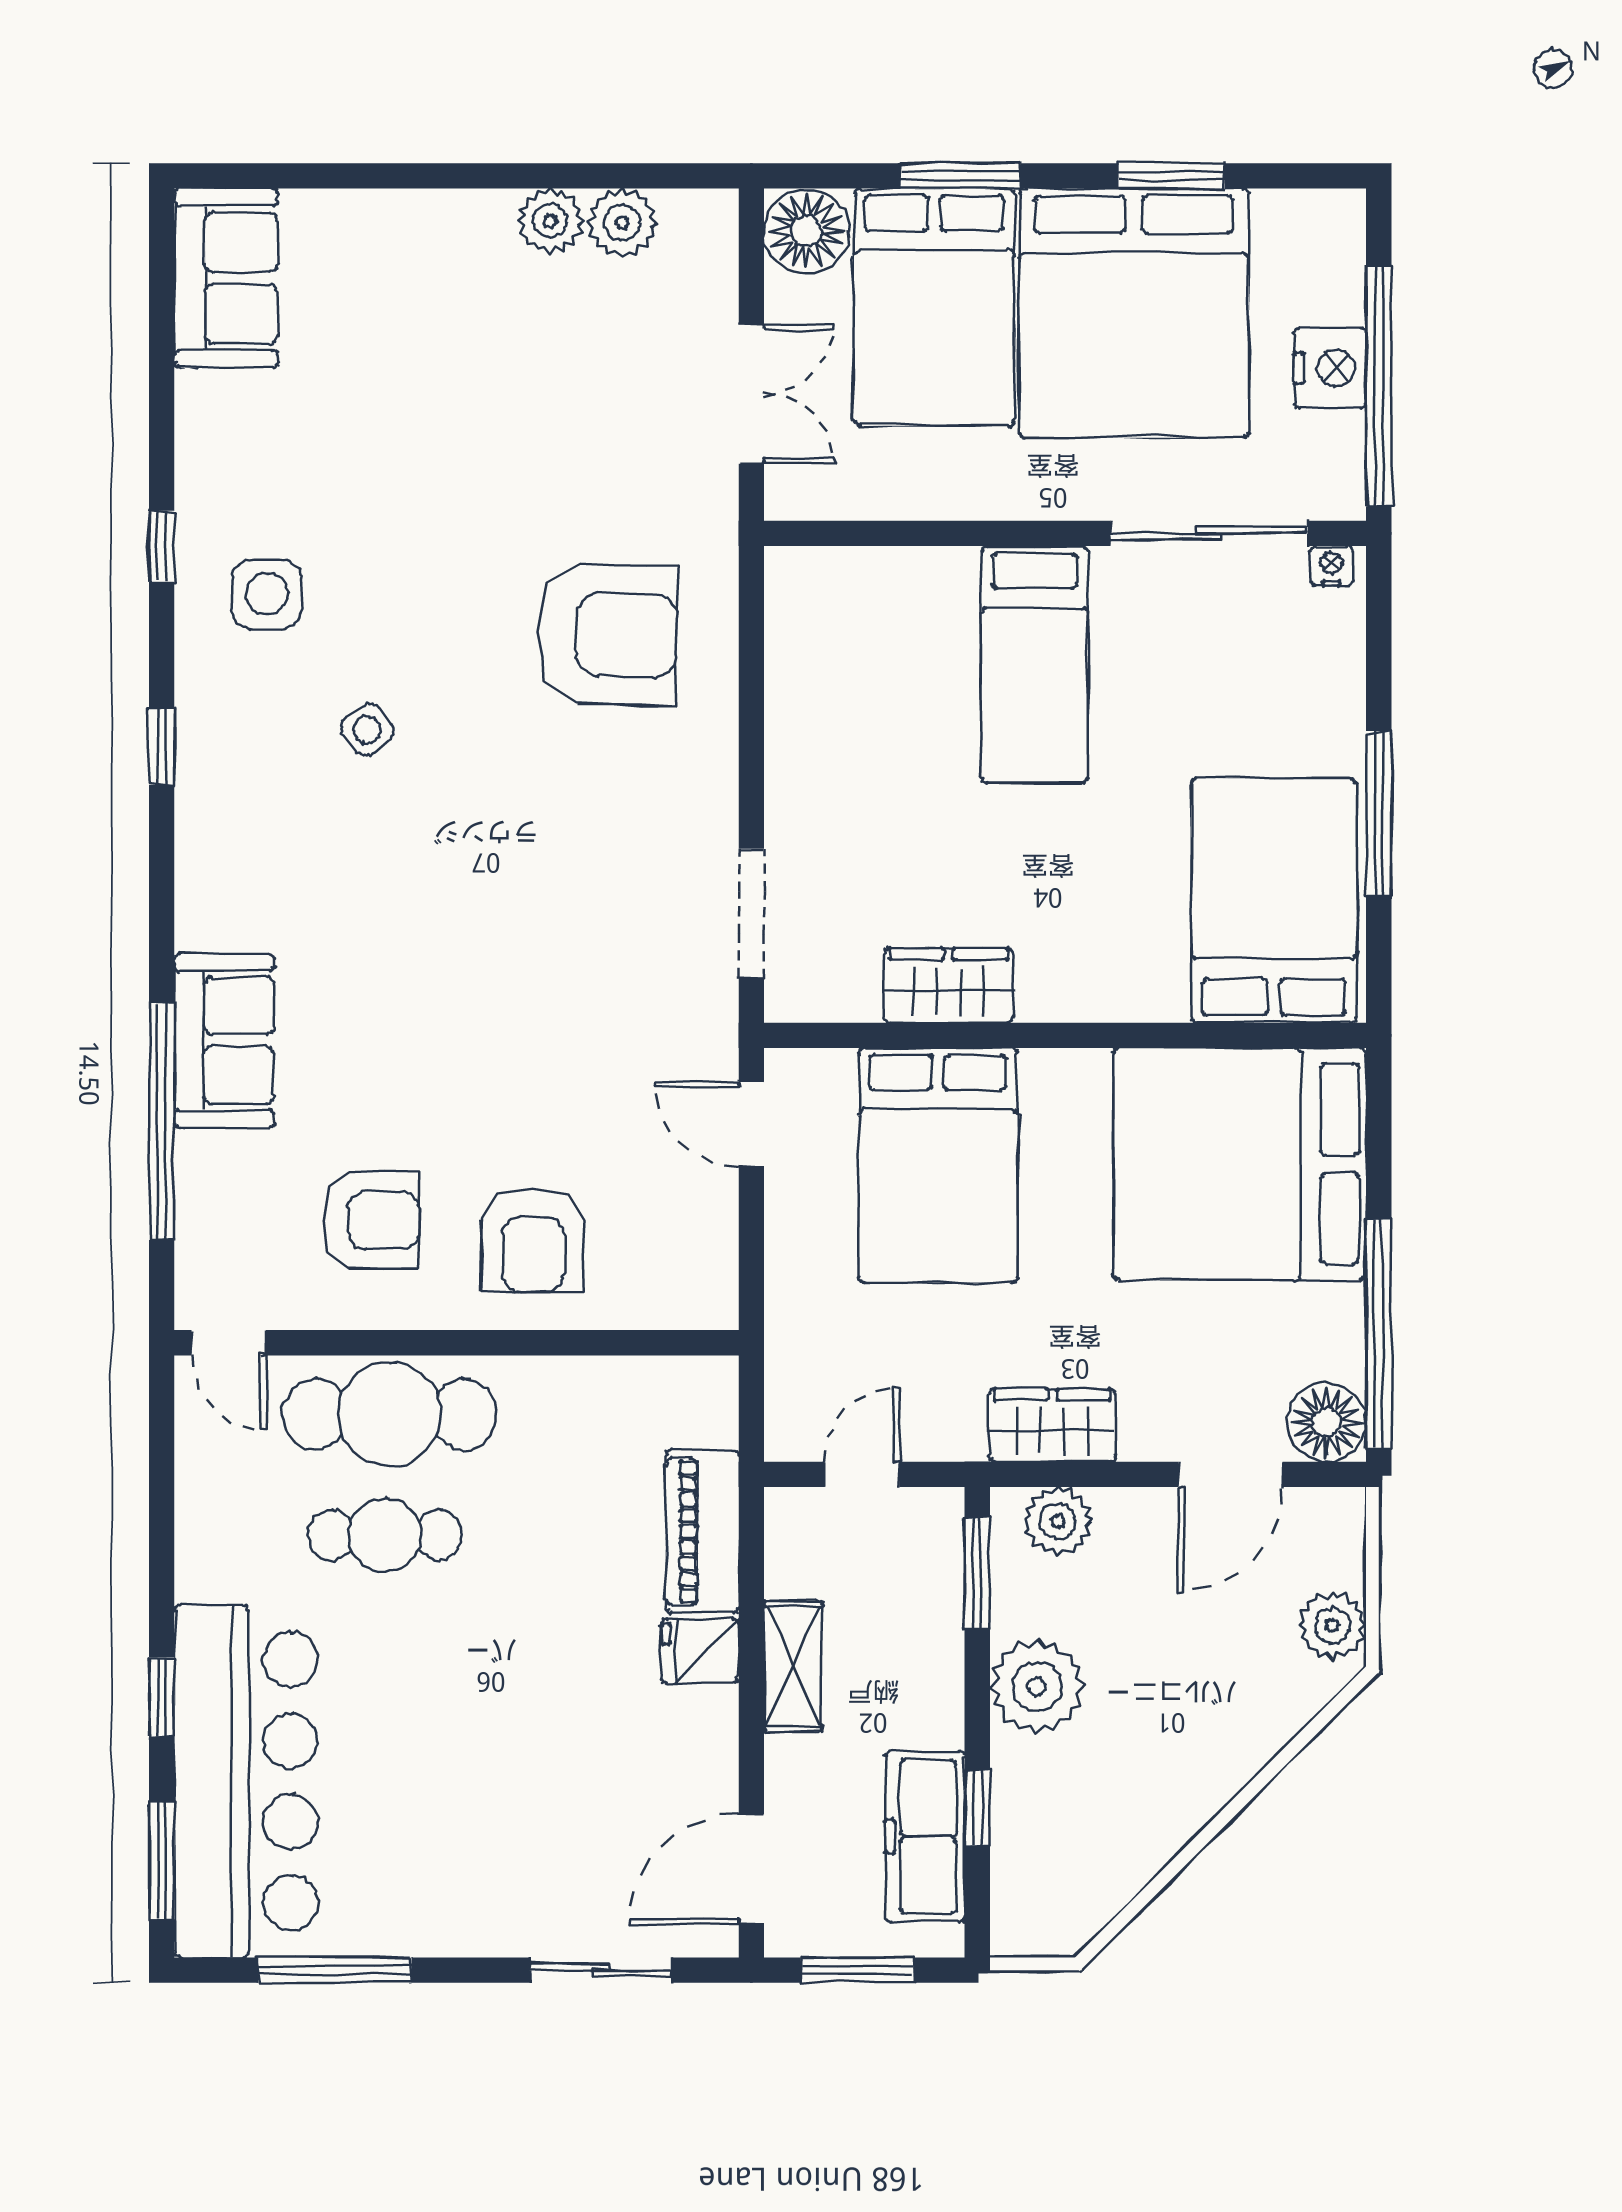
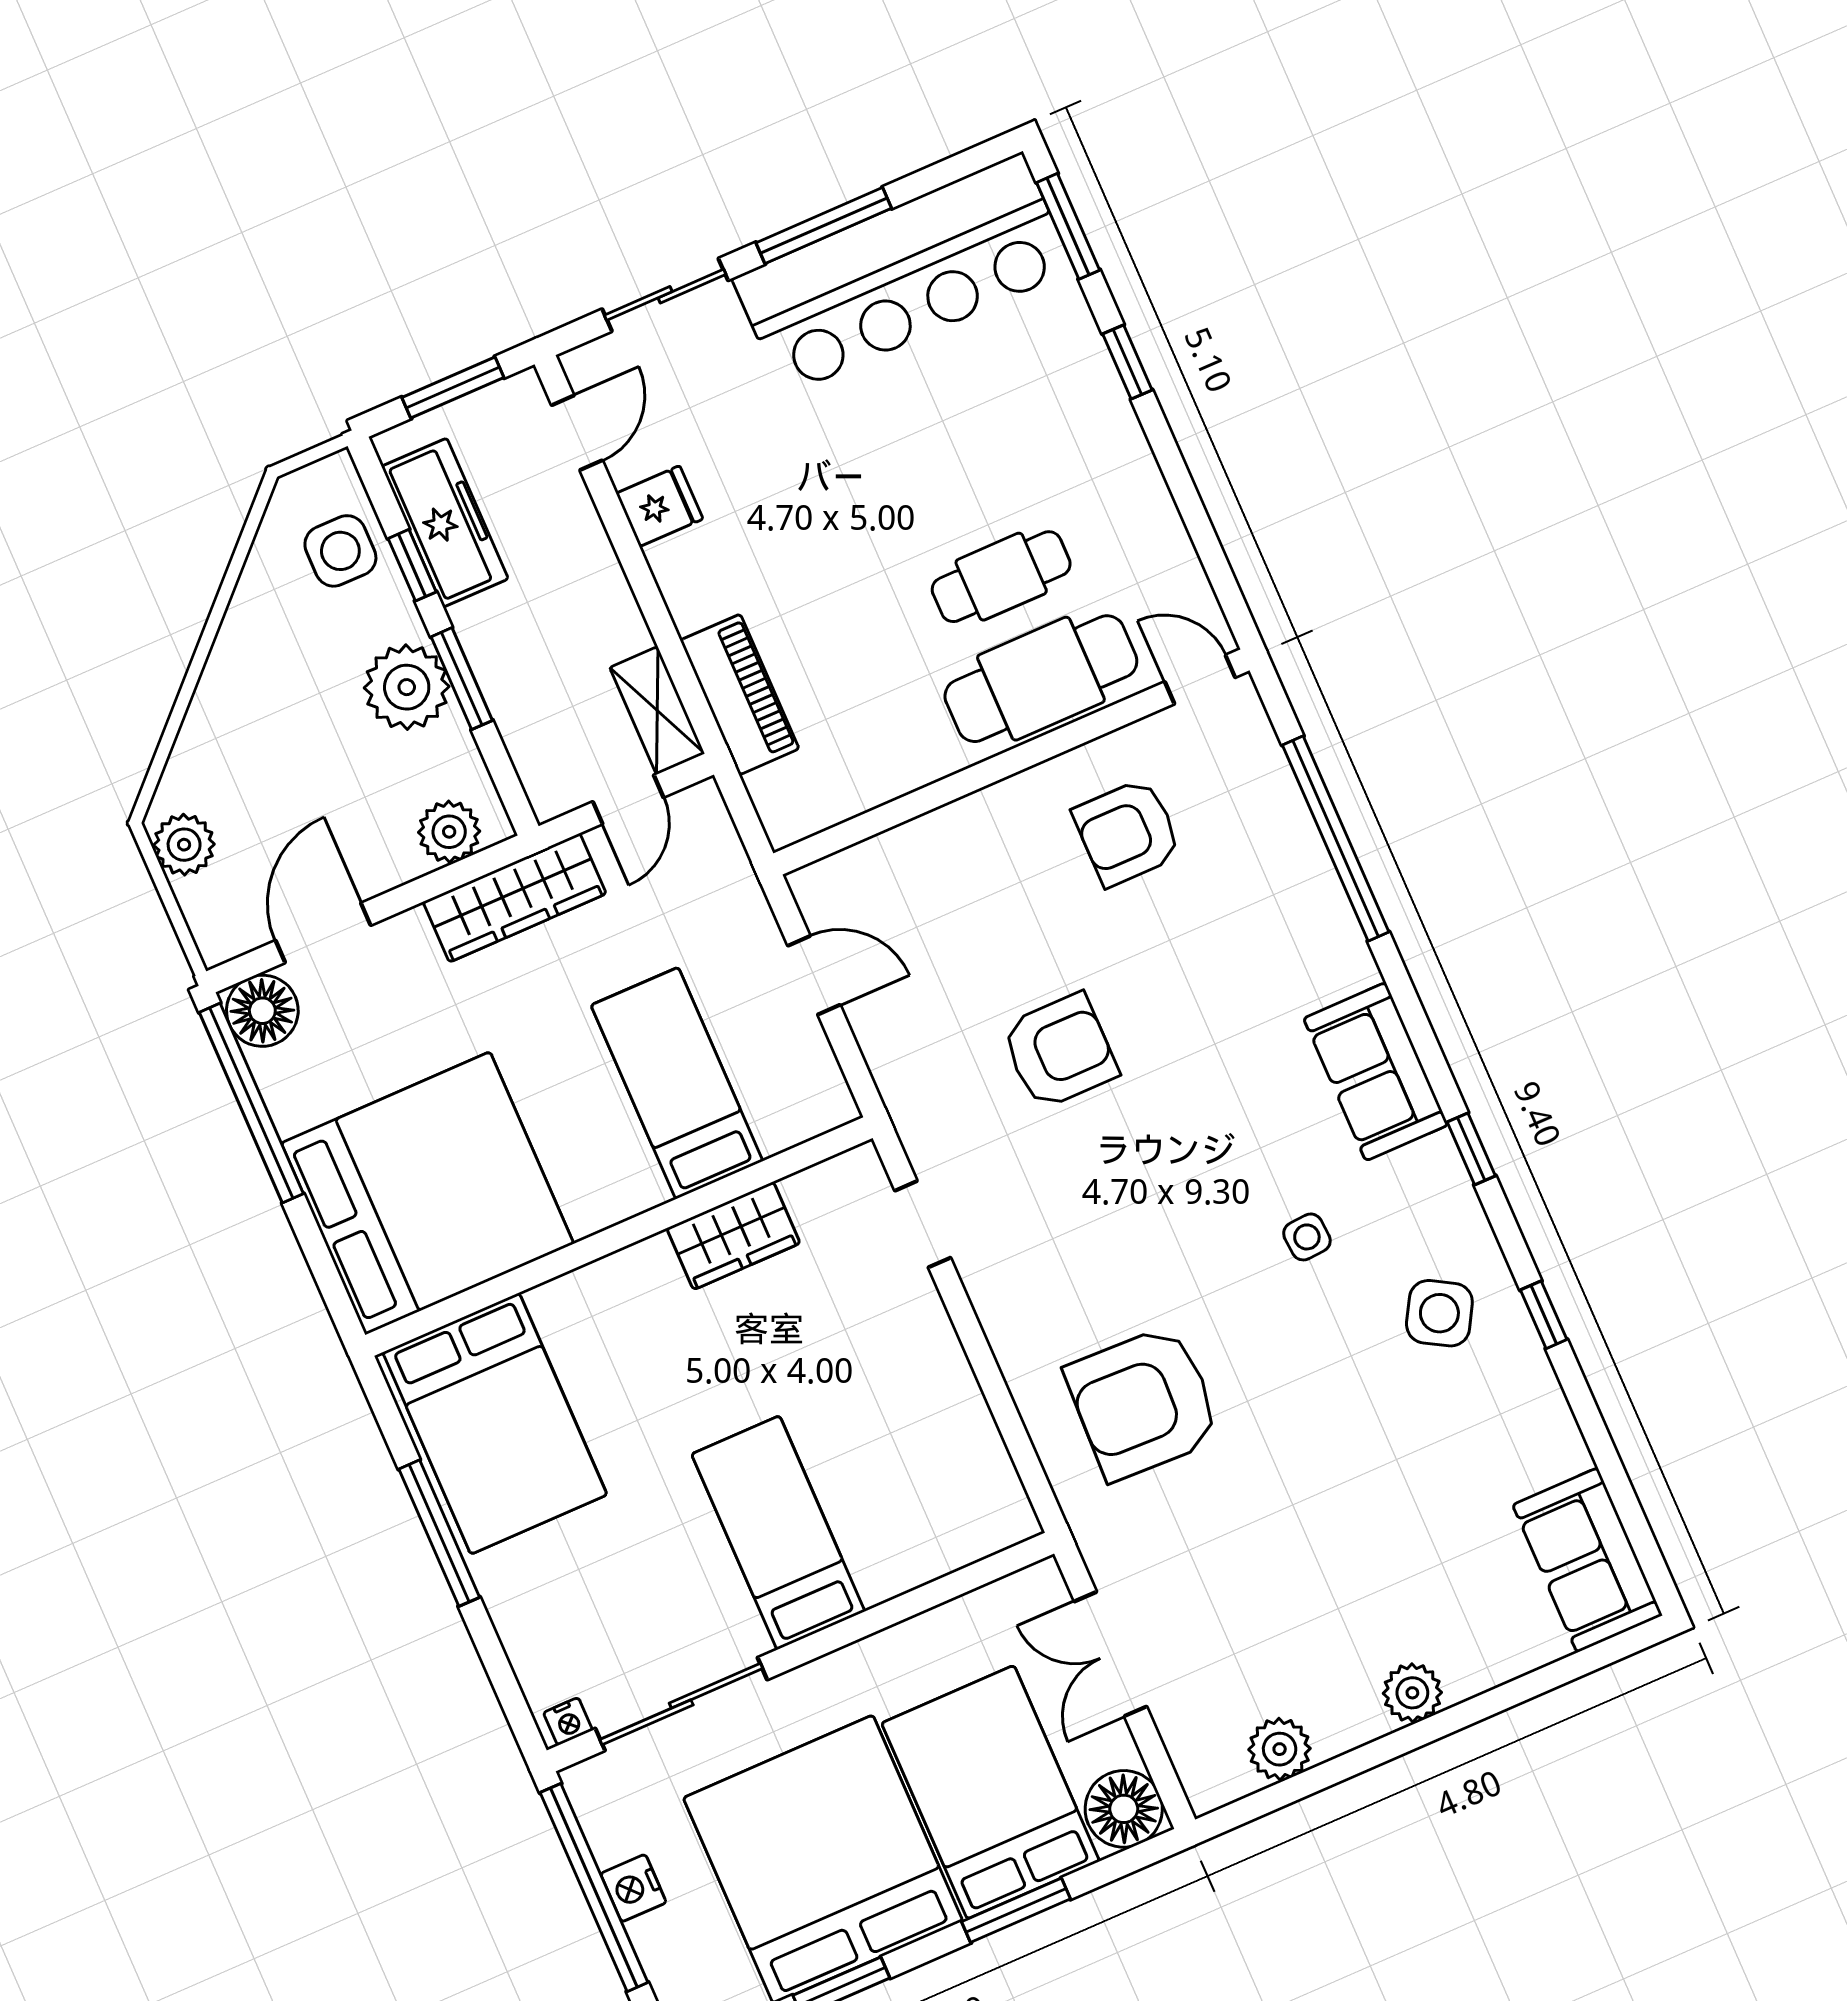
plant: (550, 221) -> (1412, 1693), moved
nightstand: (1330, 368) -> (633, 1888), width x0.74, depth x0.75
side table: (267, 594) -> (1439, 1313), turned 30
side table: (367, 730) -> (1307, 1237), turned 34
doorway: (751, 913) -> (923, 1224), width x0.73
sofa: (224, 1040) -> (1376, 1072), moved
door: (751, 1124) -> (814, 975), moved
bed: (938, 1165) -> (677, 1083), width x0.67
armchair: (533, 1240) -> (1060, 1051), moved, turned 90
wardrobe: (1052, 1425) -> (515, 898), width x1.50
window: (977, 1573) -> (462, 679), moved
fridge: (700, 1651) -> (659, 506), moved
shelving: (793, 1666) -> (657, 711), moved
bar counter: (246, 1781) -> (903, 274), moved, turned -90
side table: (1044, 1854) -> (340, 551), added
door: (751, 1869) -> (577, 433), width x0.73
window: (335, 1970) -> (824, 225), moved

